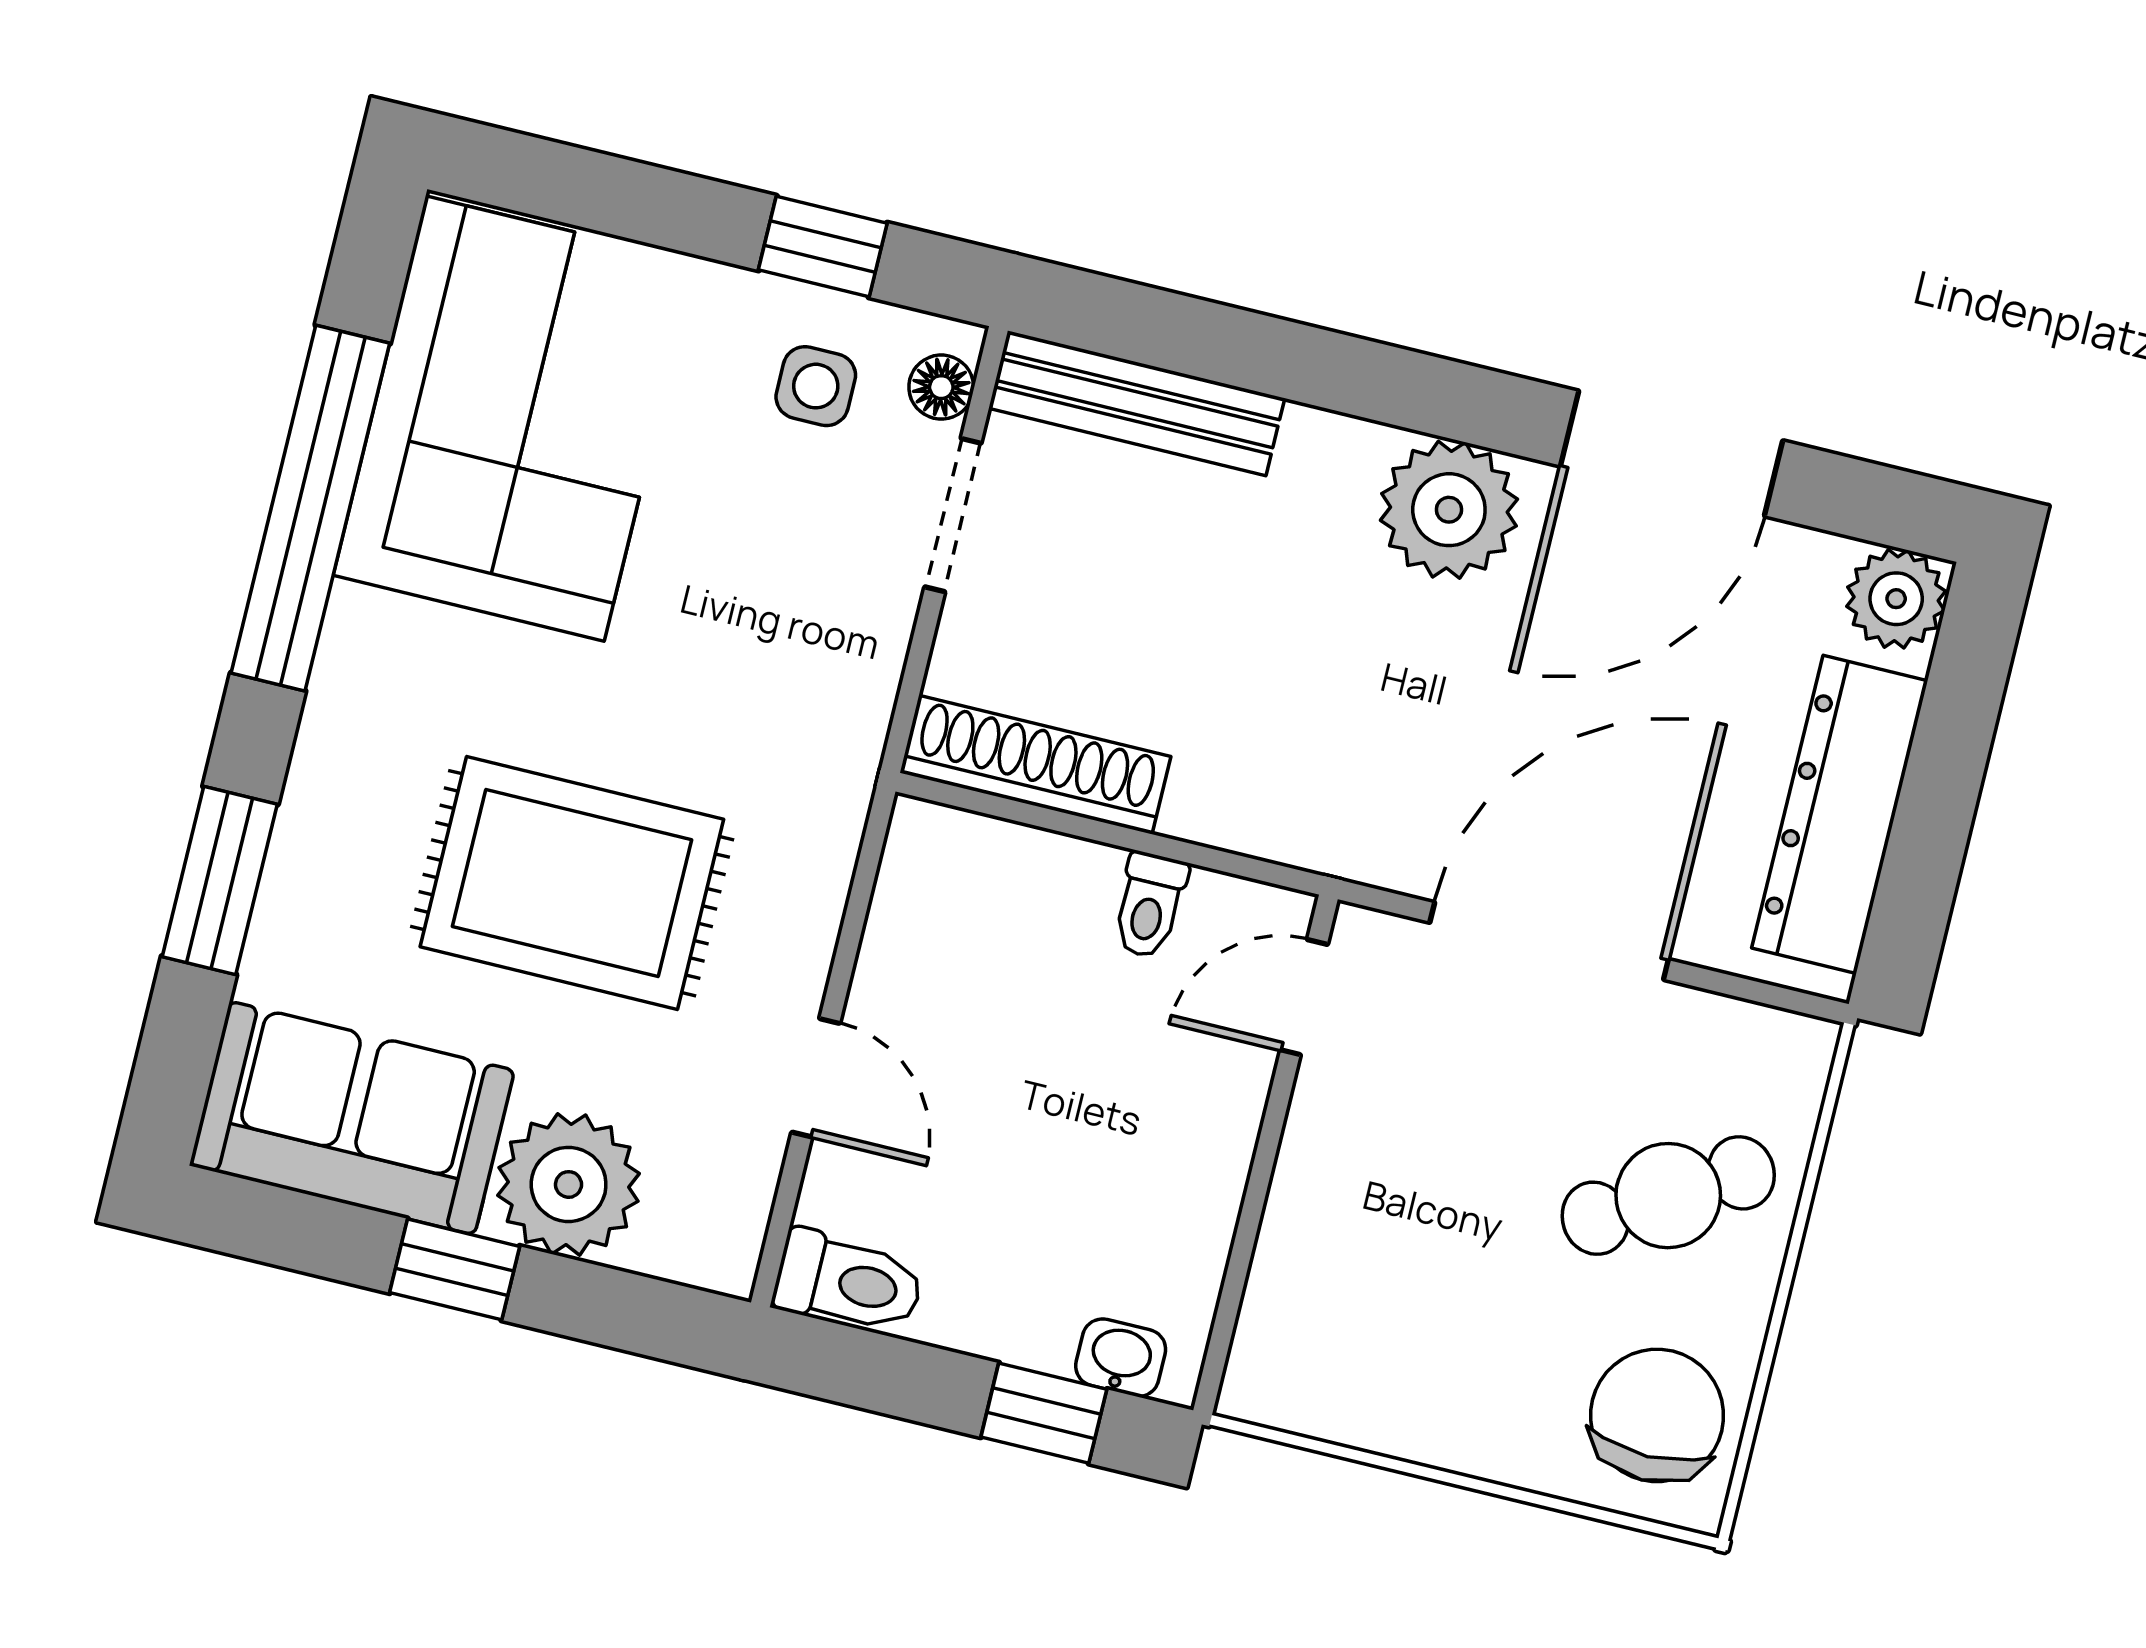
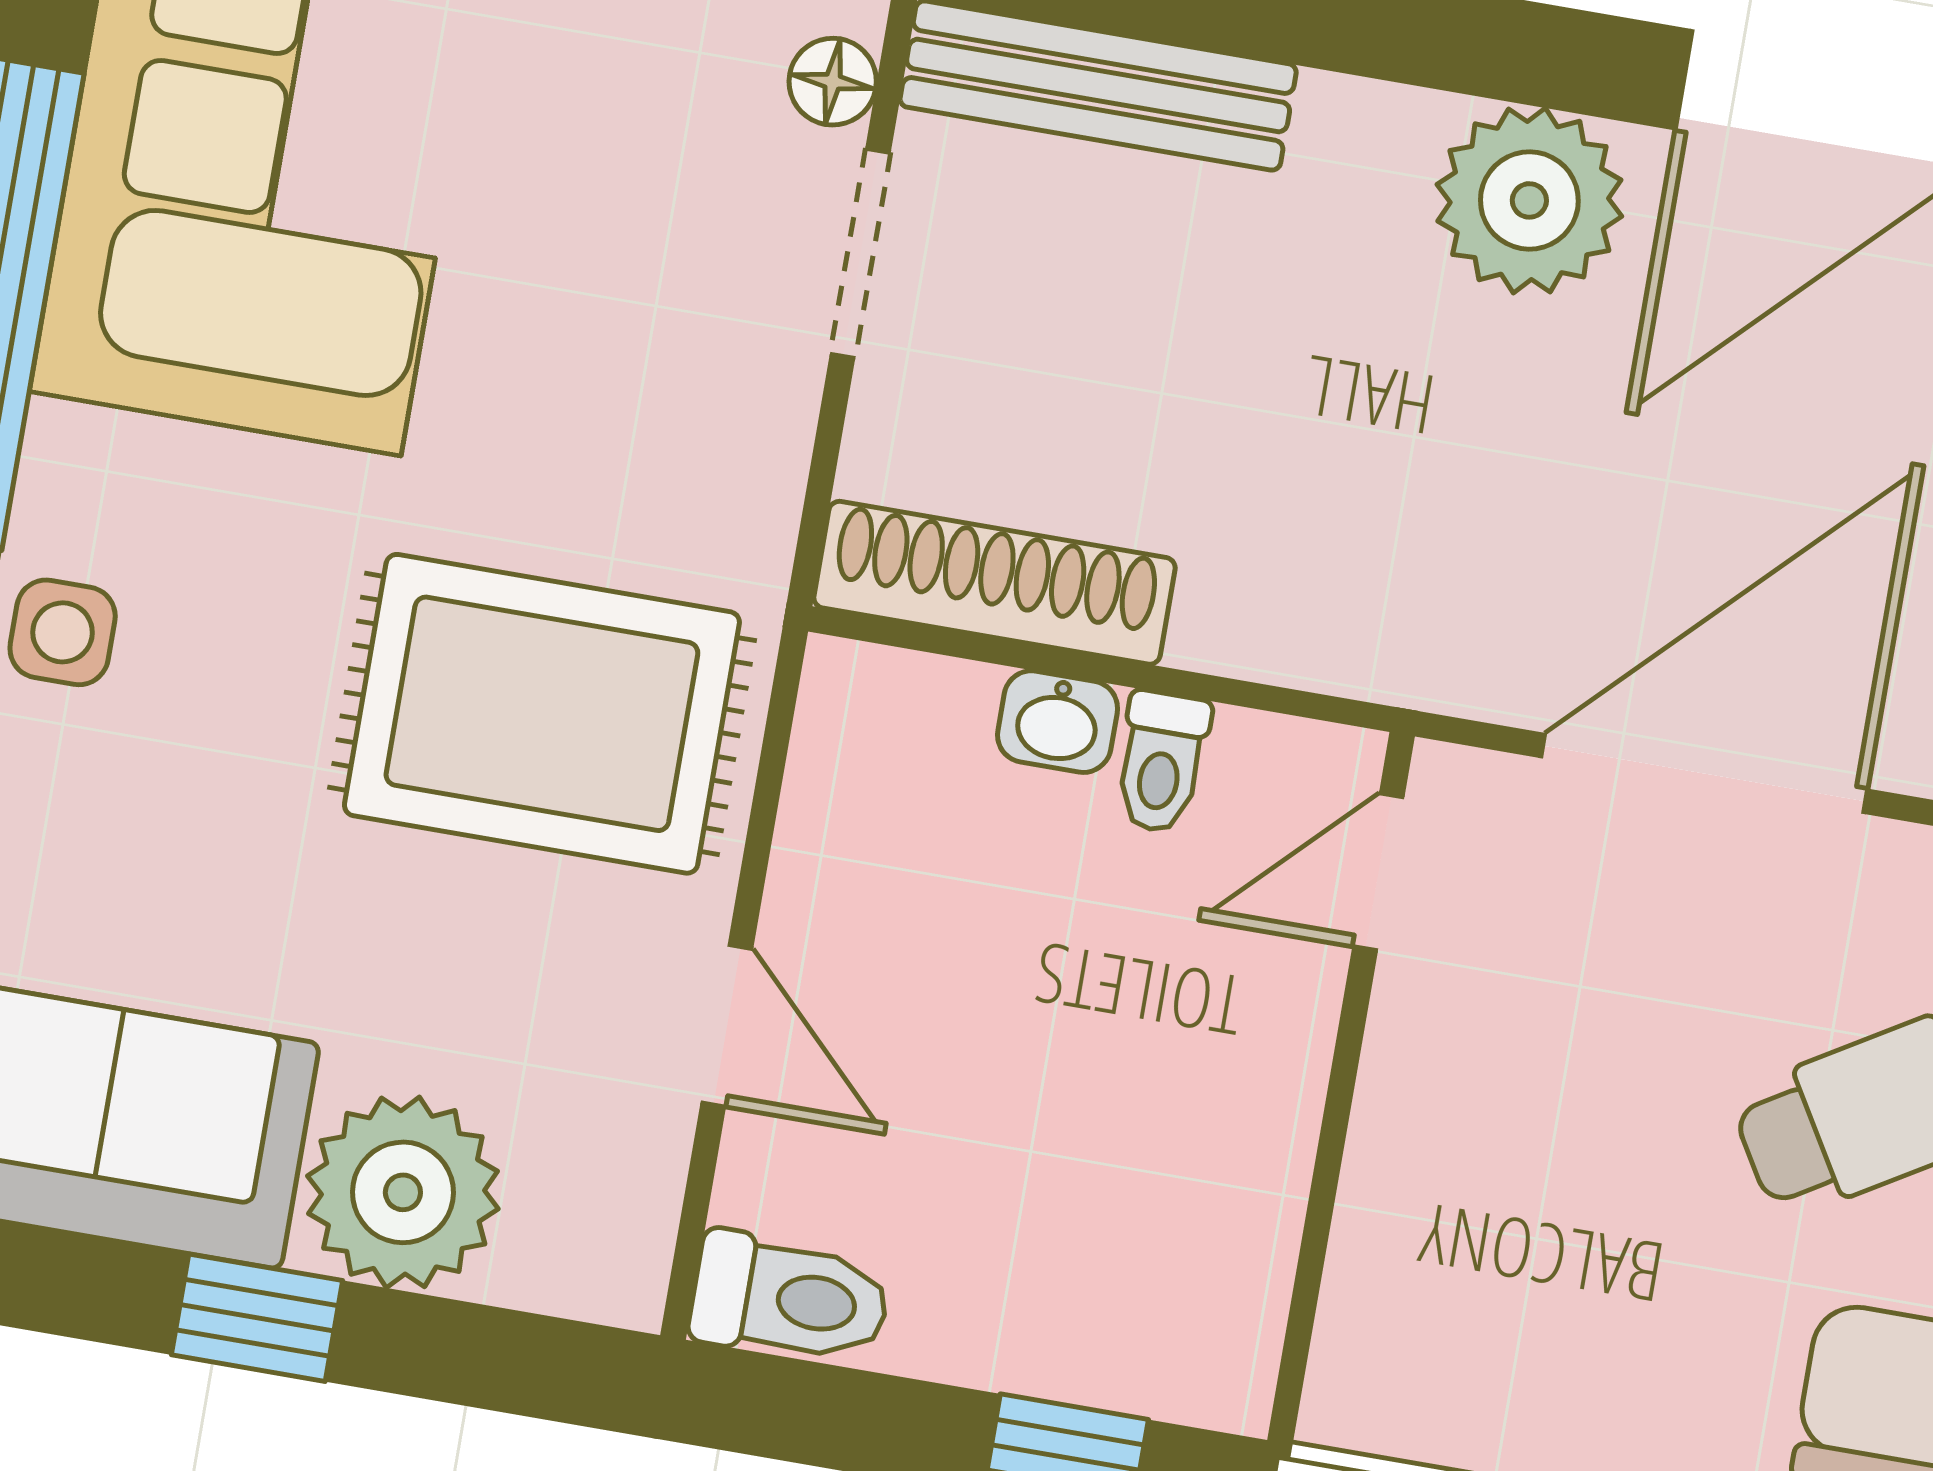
side table: (816, 386) -> (63, 632), moved
rug: (572, 883) -> (542, 714), moved
washbasin: (1121, 1358) -> (1058, 722), moved, turned 180

